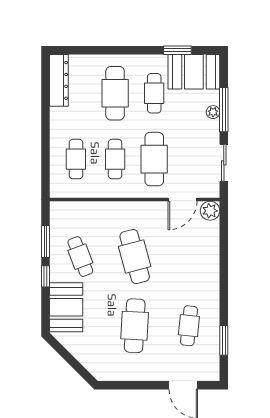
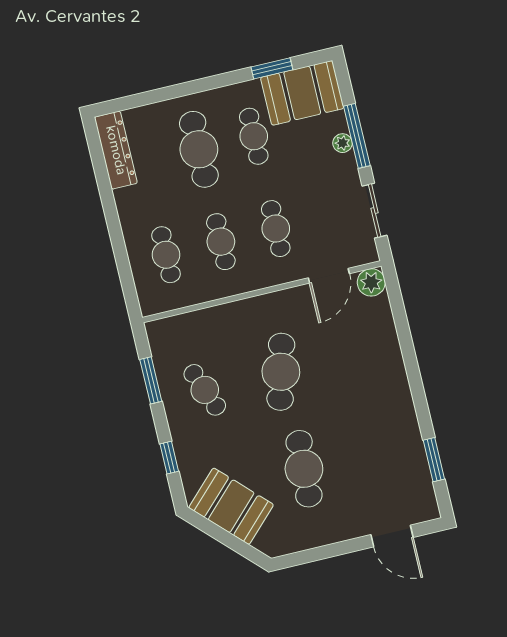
cafe table: (154, 159) -> (276, 229), width x0.73, depth x0.74
cafe table: (135, 257) -> (281, 372), turned 30
window: (45, 276) -> (169, 458), moved
booth: (66, 307) -> (231, 506), moved, turned -45
cafe table: (189, 326) -> (380, 451), removed

